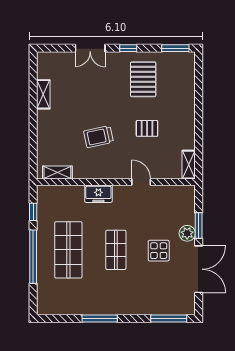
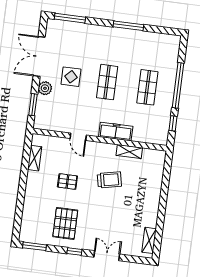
shelving: (43, 94) -> (149, 240), moved
shelving: (189, 165) -> (35, 158), moved
shelving: (57, 172) -> (129, 152), moved
freezer: (98, 194) -> (116, 132), width x1.40
window: (199, 225) -> (33, 105), moved
shop shelf: (68, 250) -> (147, 87), width x0.70, depth x0.74

